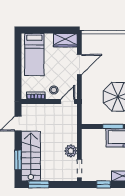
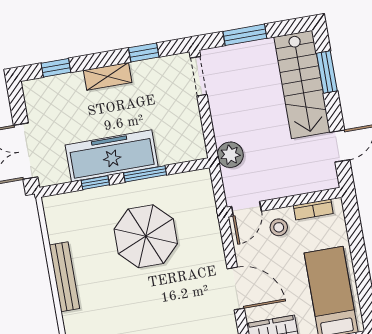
door: (79, 64) -> (236, 288), swing flipped
plant: (71, 151) -> (230, 155), moved
window: (39, 184) -> (245, 35), moved

